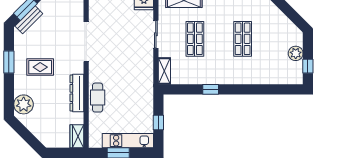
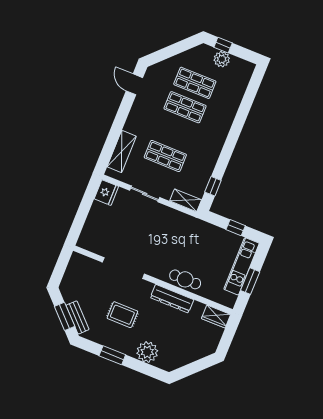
shop shelf: (267, 39) -> (195, 83), added
window: (308, 66) -> (223, 45), moved
rug: (40, 67) -> (122, 315), moved, turned 90
window: (211, 89) -> (213, 186), moved
plant: (24, 104) -> (147, 352), moved

